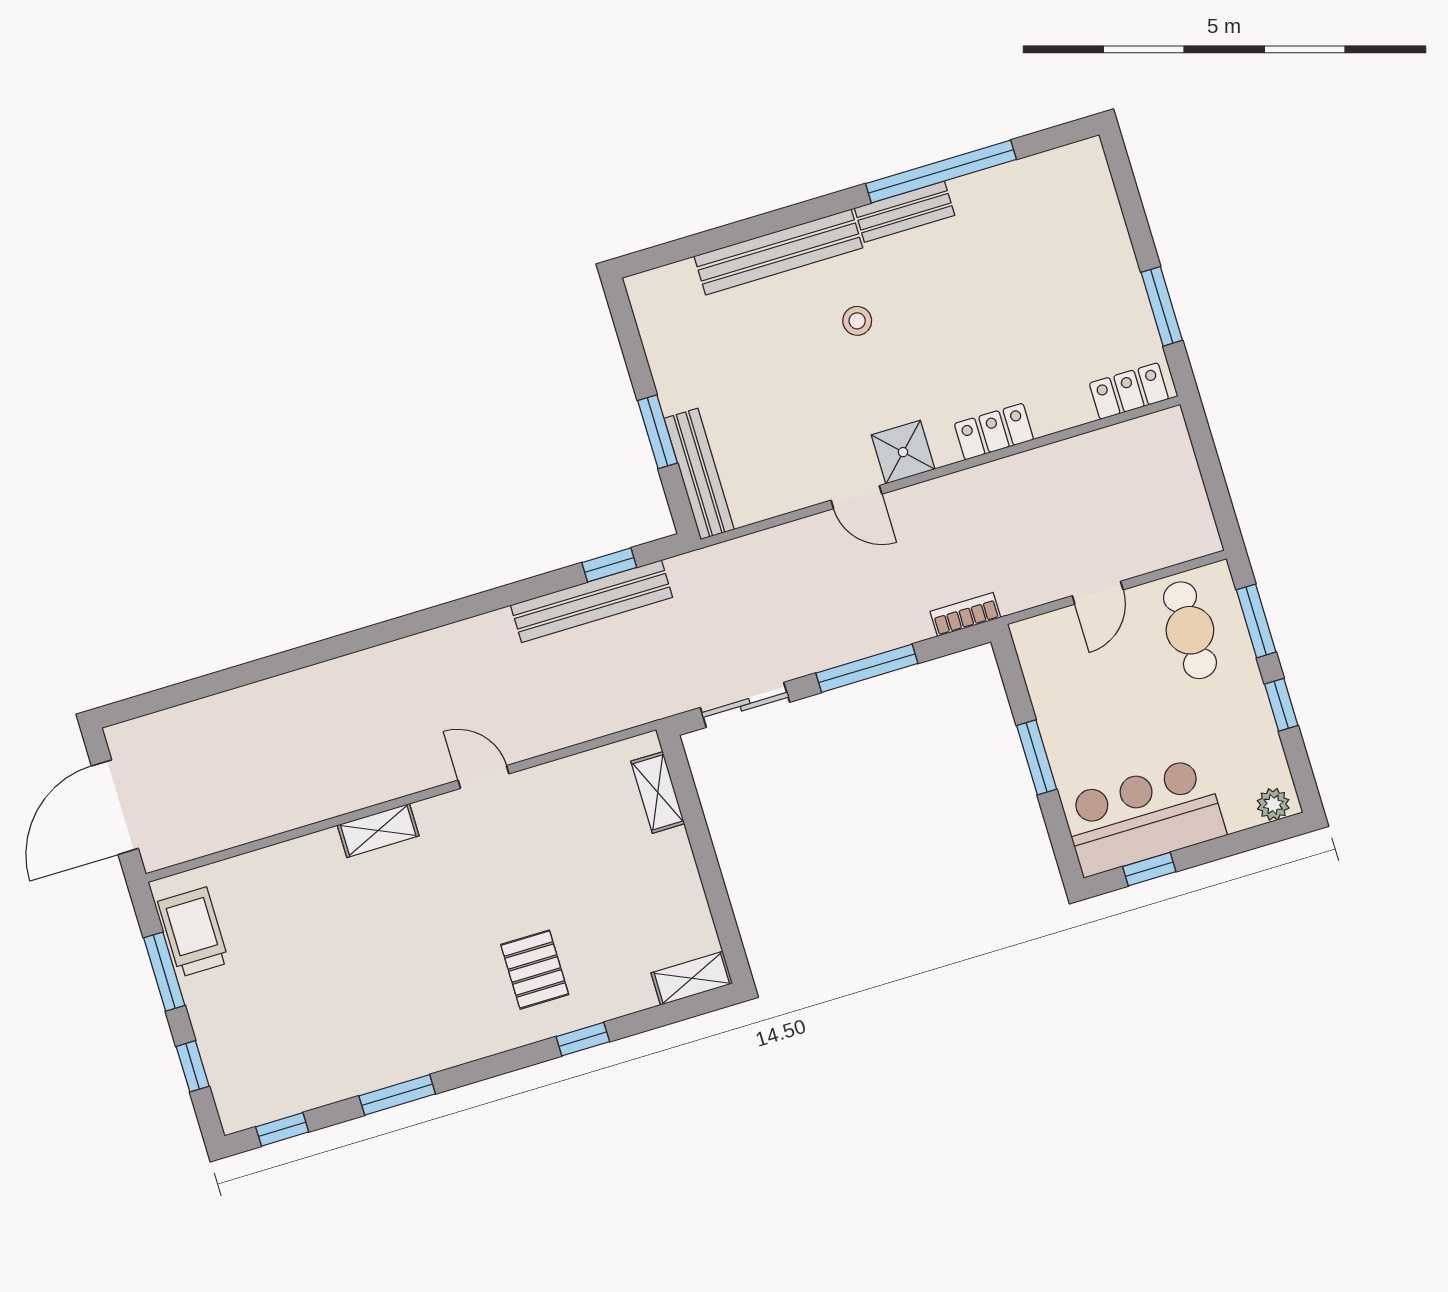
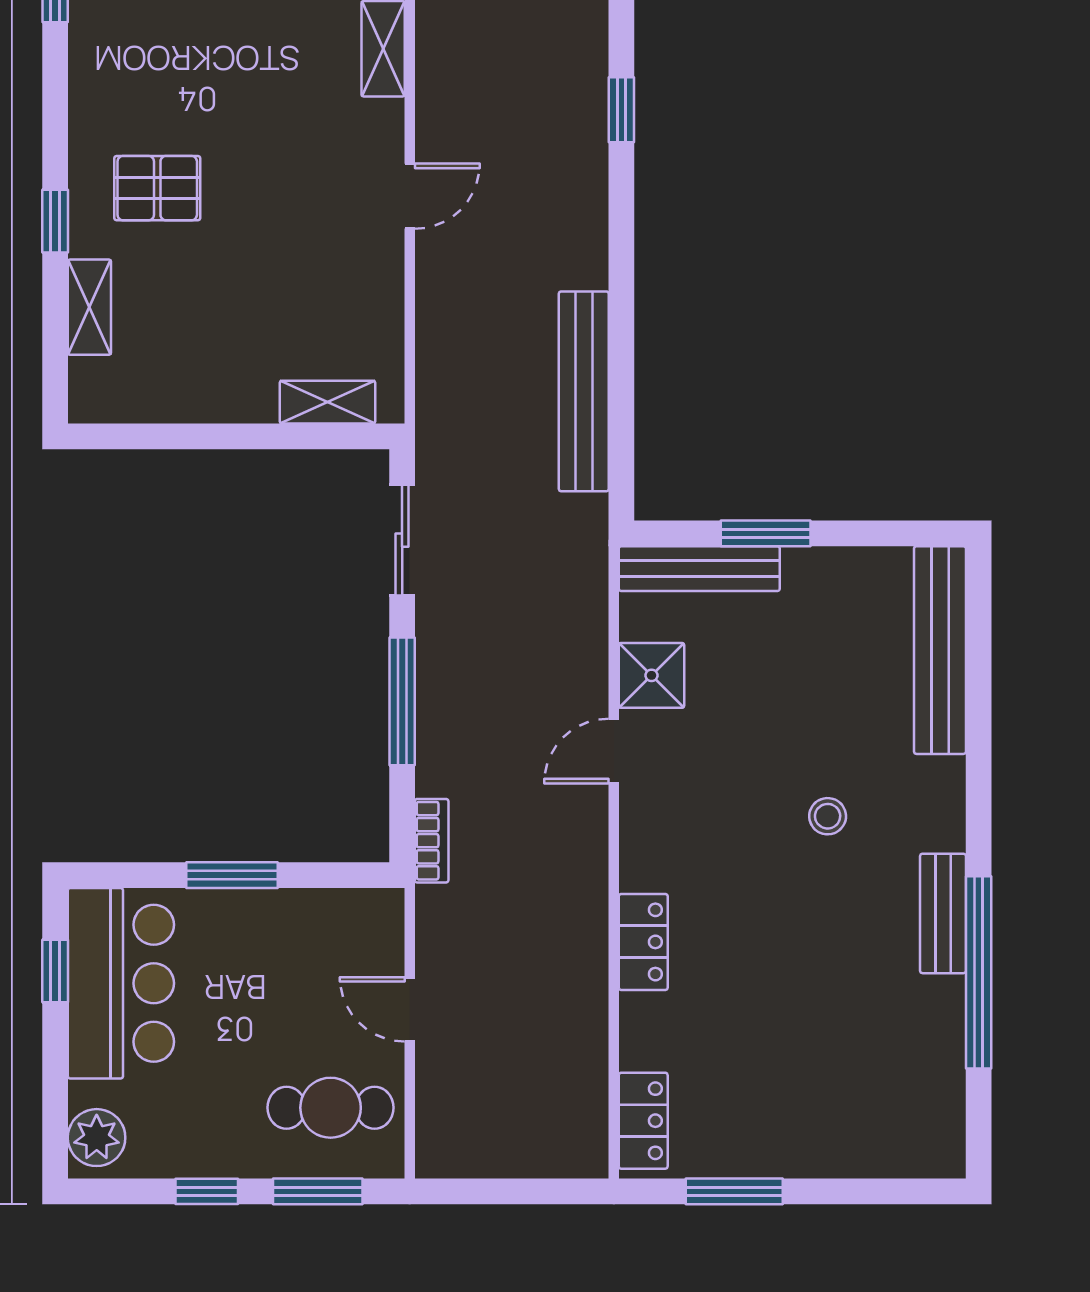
bench: (778, 252) -> (940, 650), moved
shower: (903, 452) -> (651, 675), moved
window: (609, 565) -> (621, 110), moved
plant: (1273, 804) -> (97, 1138), width x1.38, depth x1.38
shelving: (692, 978) -> (89, 307), moved

